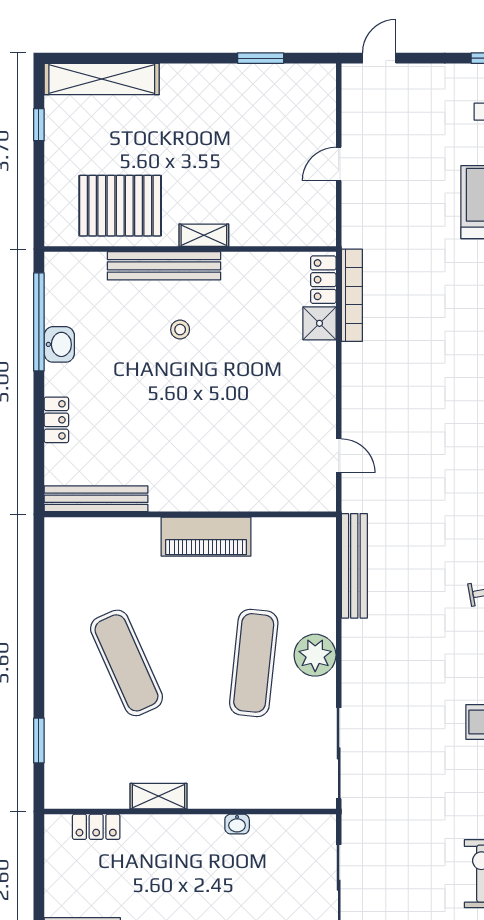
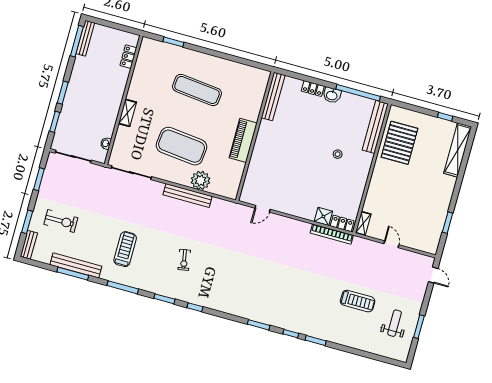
shelving: (204, 235) -> (363, 223), moved
bench: (164, 266) -> (375, 127), moved
washbasin: (59, 344) -> (332, 95), moved
bench: (354, 566) -> (188, 196), moved
plant: (315, 655) -> (200, 180), moved
exercise mat: (126, 663) -> (197, 90), turned 30
exercise mat: (254, 663) -> (182, 146), width x1.47
shelving: (158, 796) -> (127, 113), moved
washbasin: (237, 824) -> (106, 143), moved

